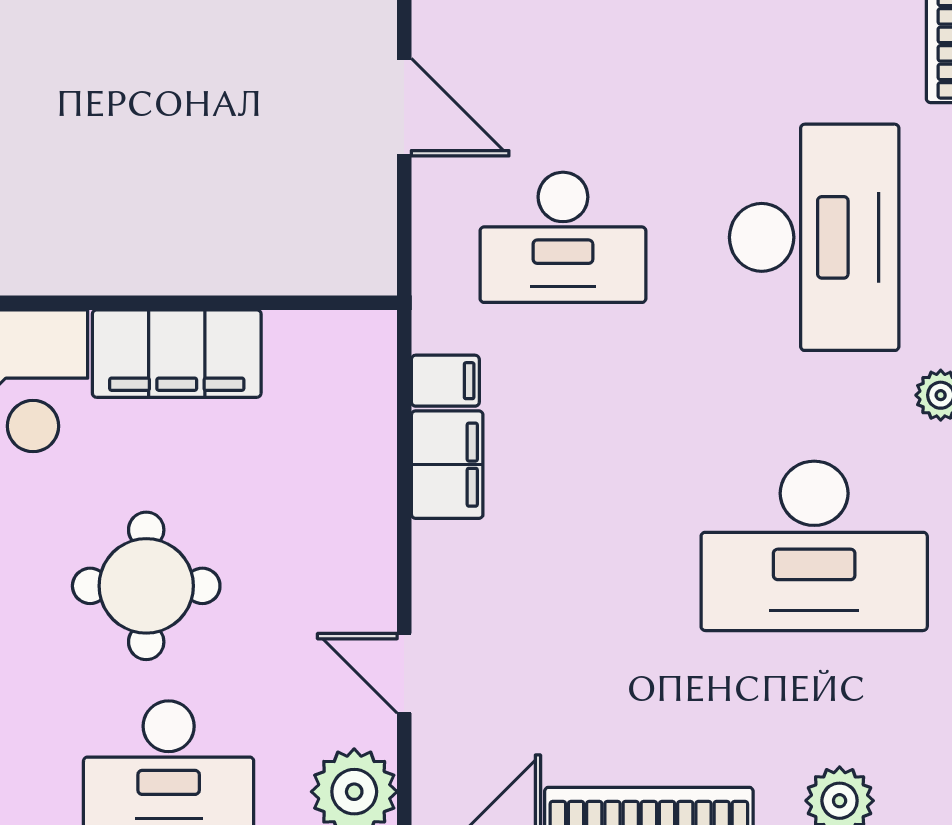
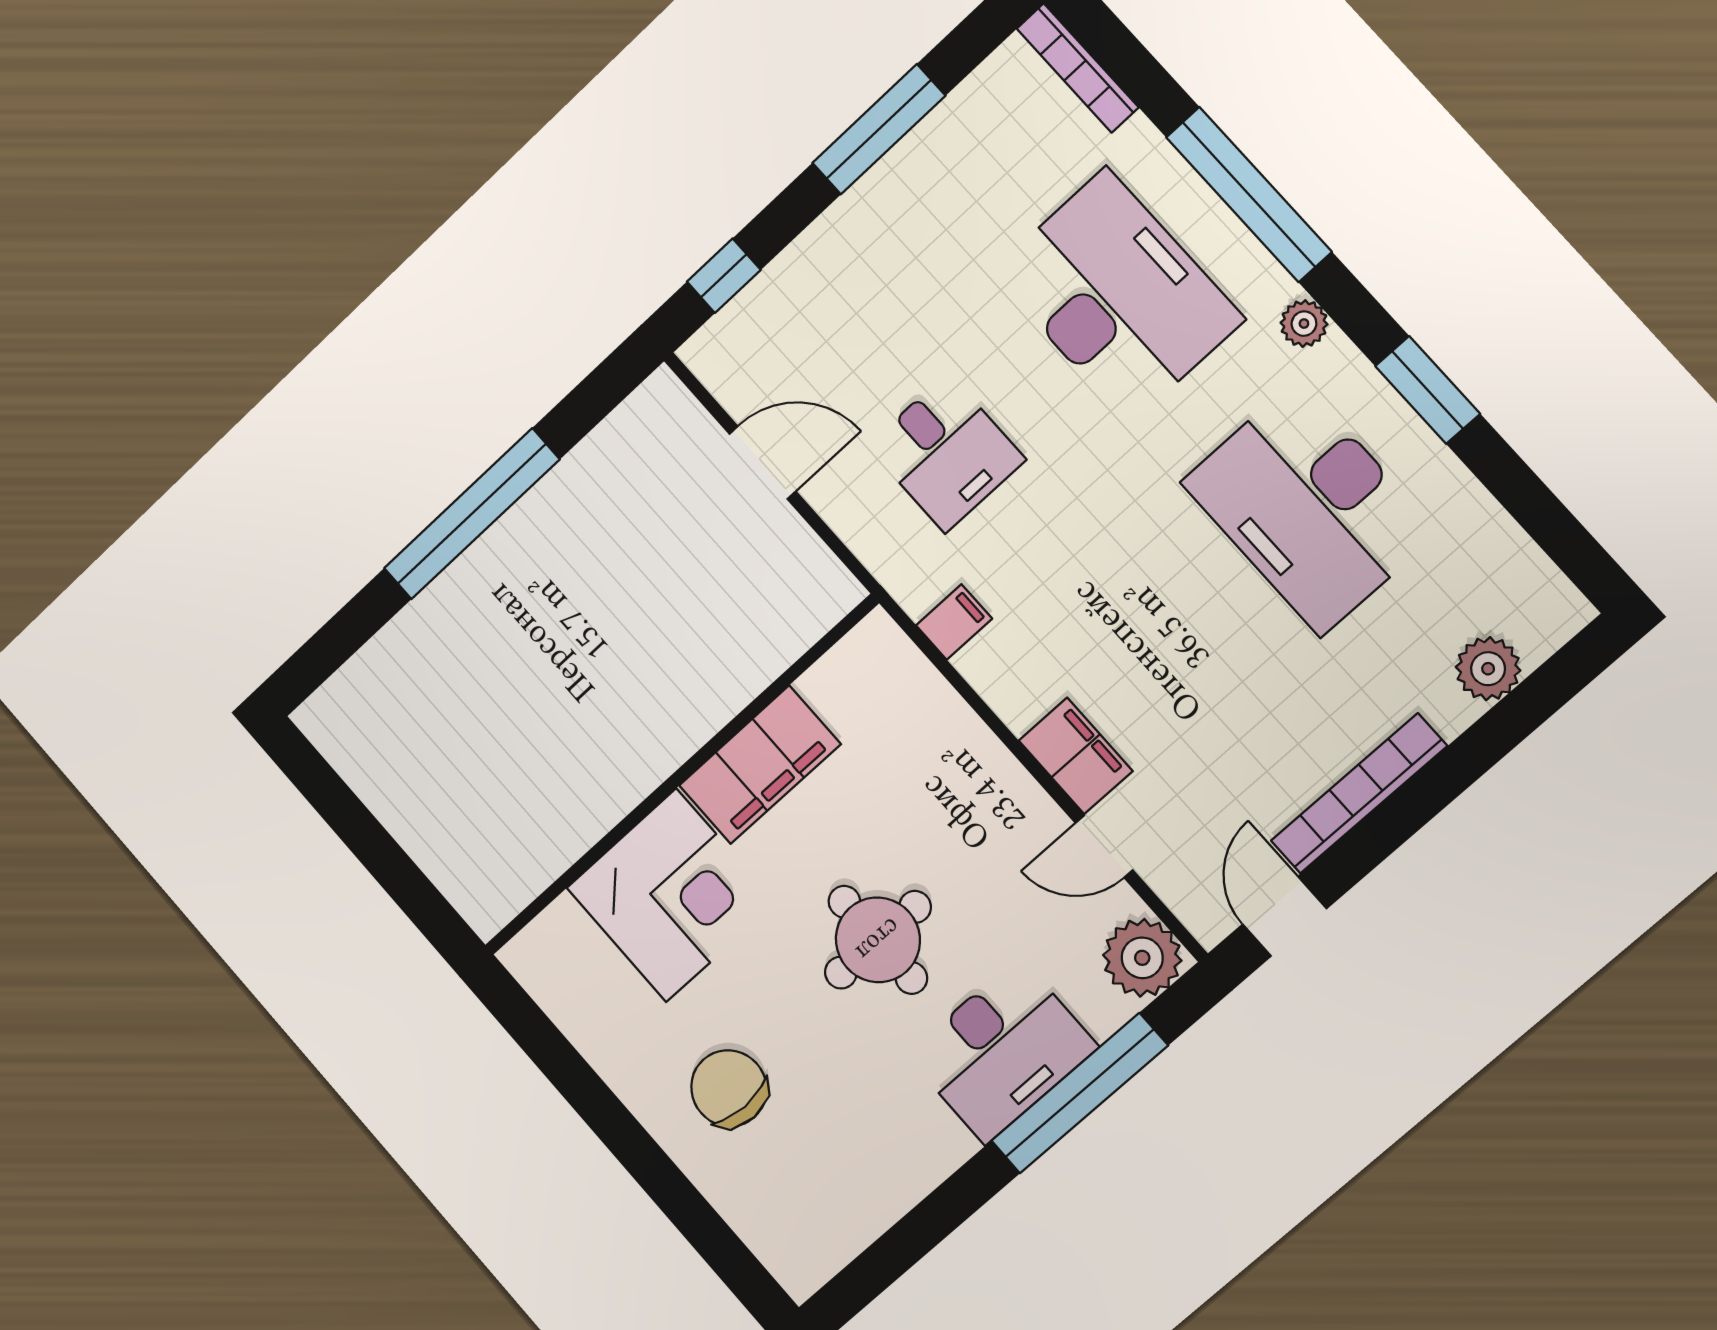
desk: (563, 237) -> (946, 453), width x0.73
filing cabinet: (447, 465) -> (1076, 756), moved
desk: (814, 546) -> (1309, 507), turned 90

